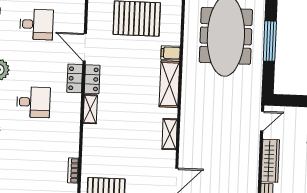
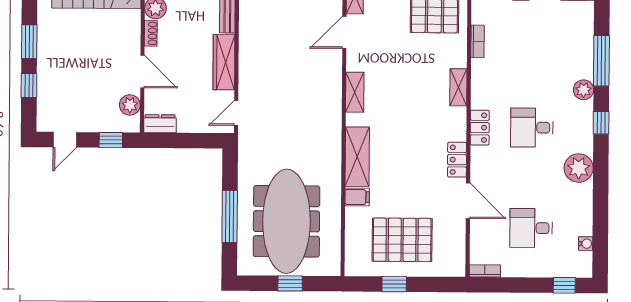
locker: (75, 78) -> (480, 128), moved
shelving: (90, 109) -> (458, 87), moved

